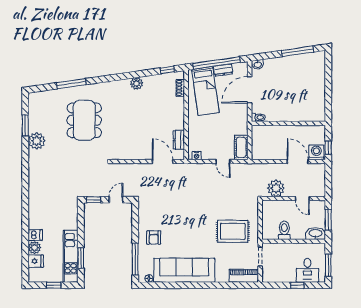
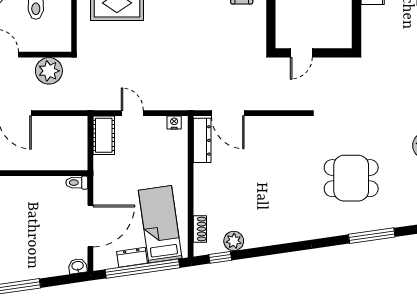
plant: (137, 84) -> (234, 241), moved
dining table: (84, 120) -> (351, 178), width x0.73
dresser: (179, 140) -> (202, 140), width x1.44
window: (94, 200) -> (336, 53), removed

